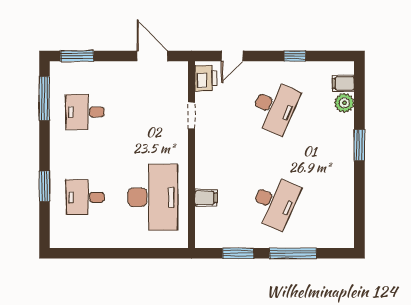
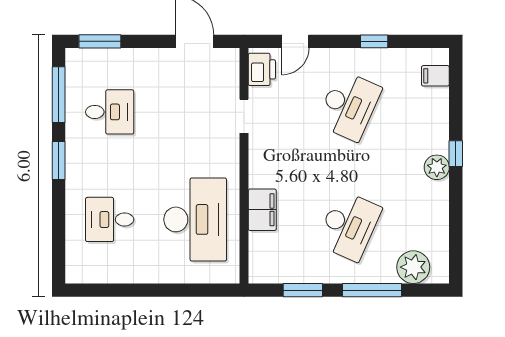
plant: (344, 103) -> (437, 167), moved
desk: (85, 112) -> (110, 112), turned 180
window: (359, 145) -> (456, 154), width x0.67
window: (44, 186) -> (59, 160), moved
filing cabinet: (206, 198) -> (262, 210), width x2.00
plant: (326, 235) -> (413, 267), added

